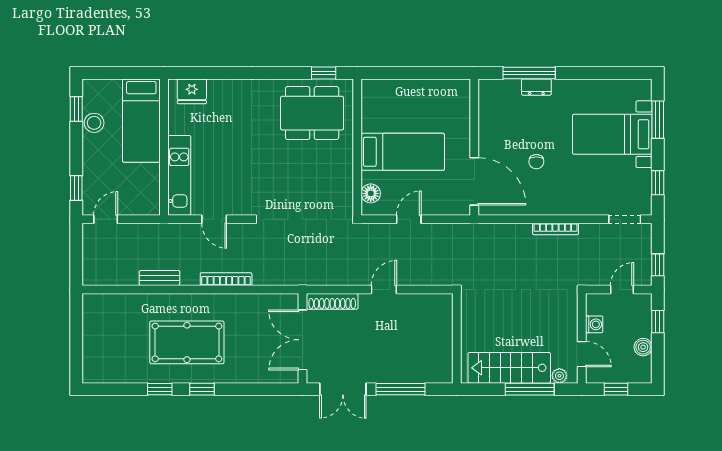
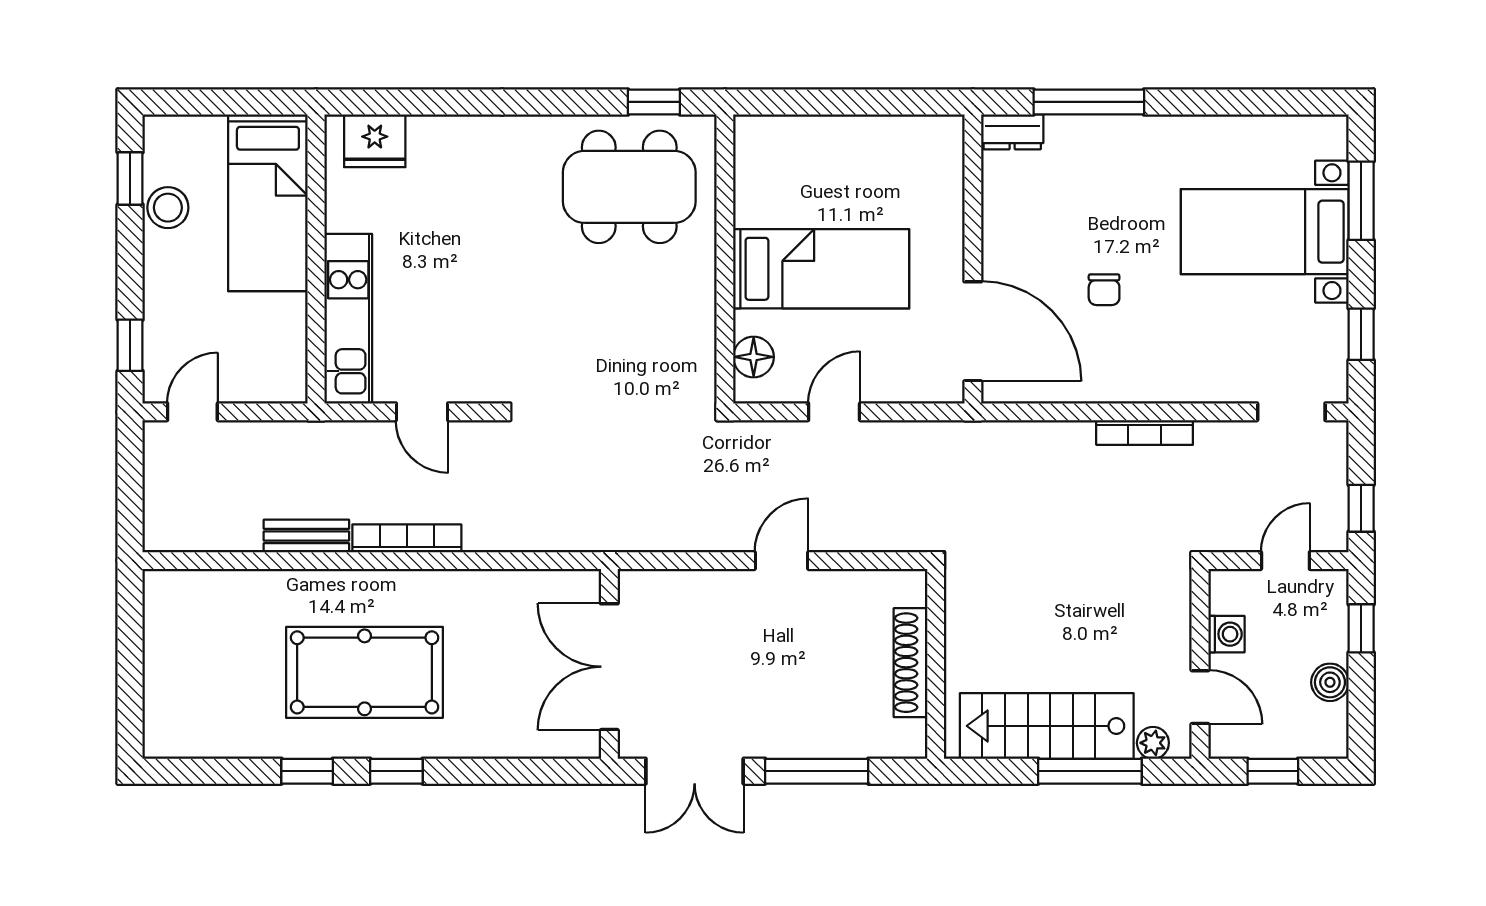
dresser: (536, 87) -> (1012, 132), moved
bookcase: (226, 279) -> (407, 538), moved
shoe rack: (332, 301) -> (911, 663), moved, turned 90

